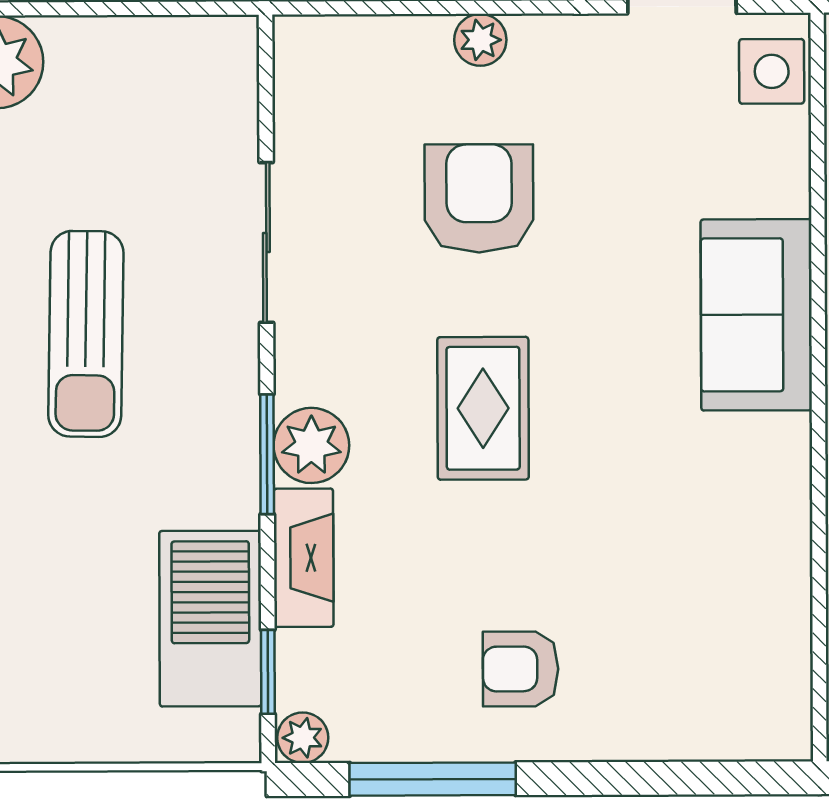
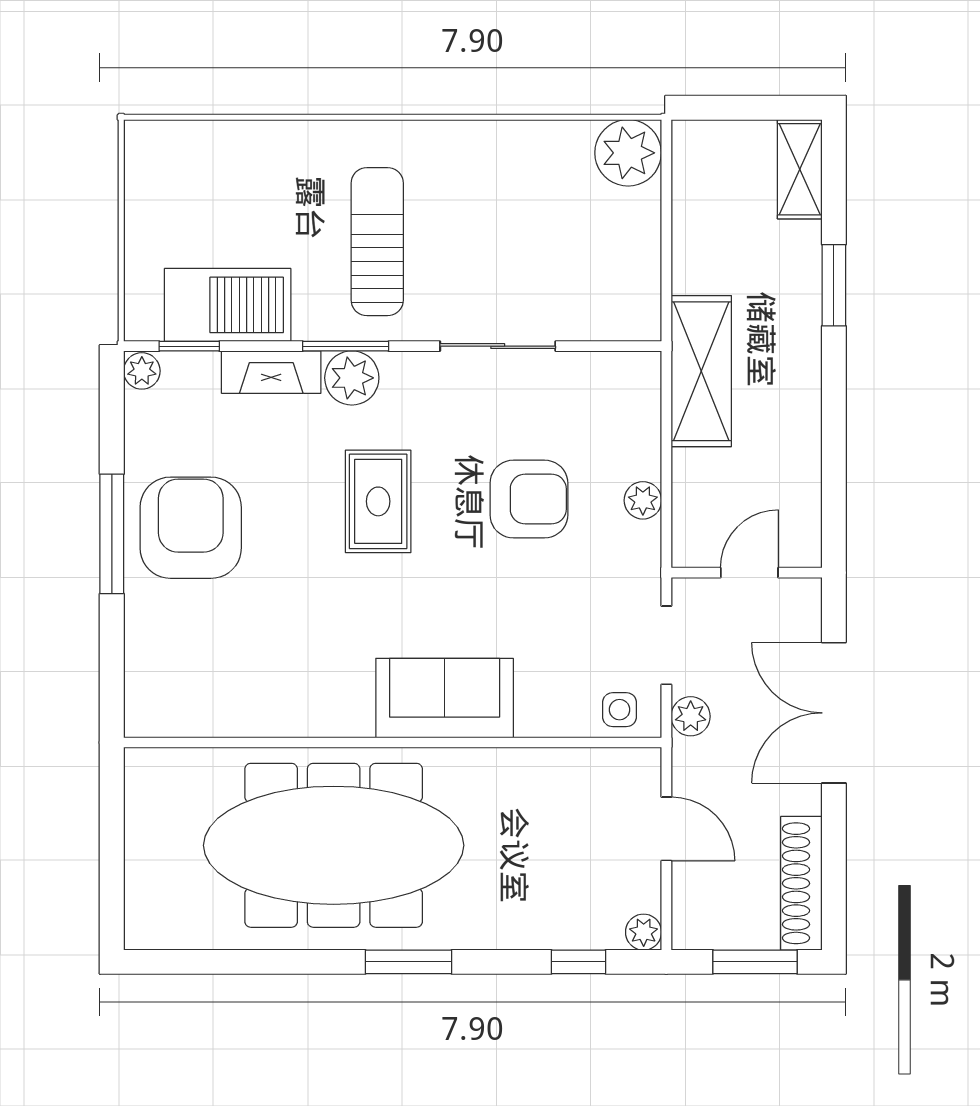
side table: (772, 71) -> (620, 710), width x0.73, depth x0.73
sun lounger: (86, 334) -> (377, 242), moved, turned 89
rug: (483, 408) -> (378, 501), turned 90
armchair: (521, 669) -> (191, 528), width x1.88, depth x1.88
window: (433, 779) -> (112, 534), moved

